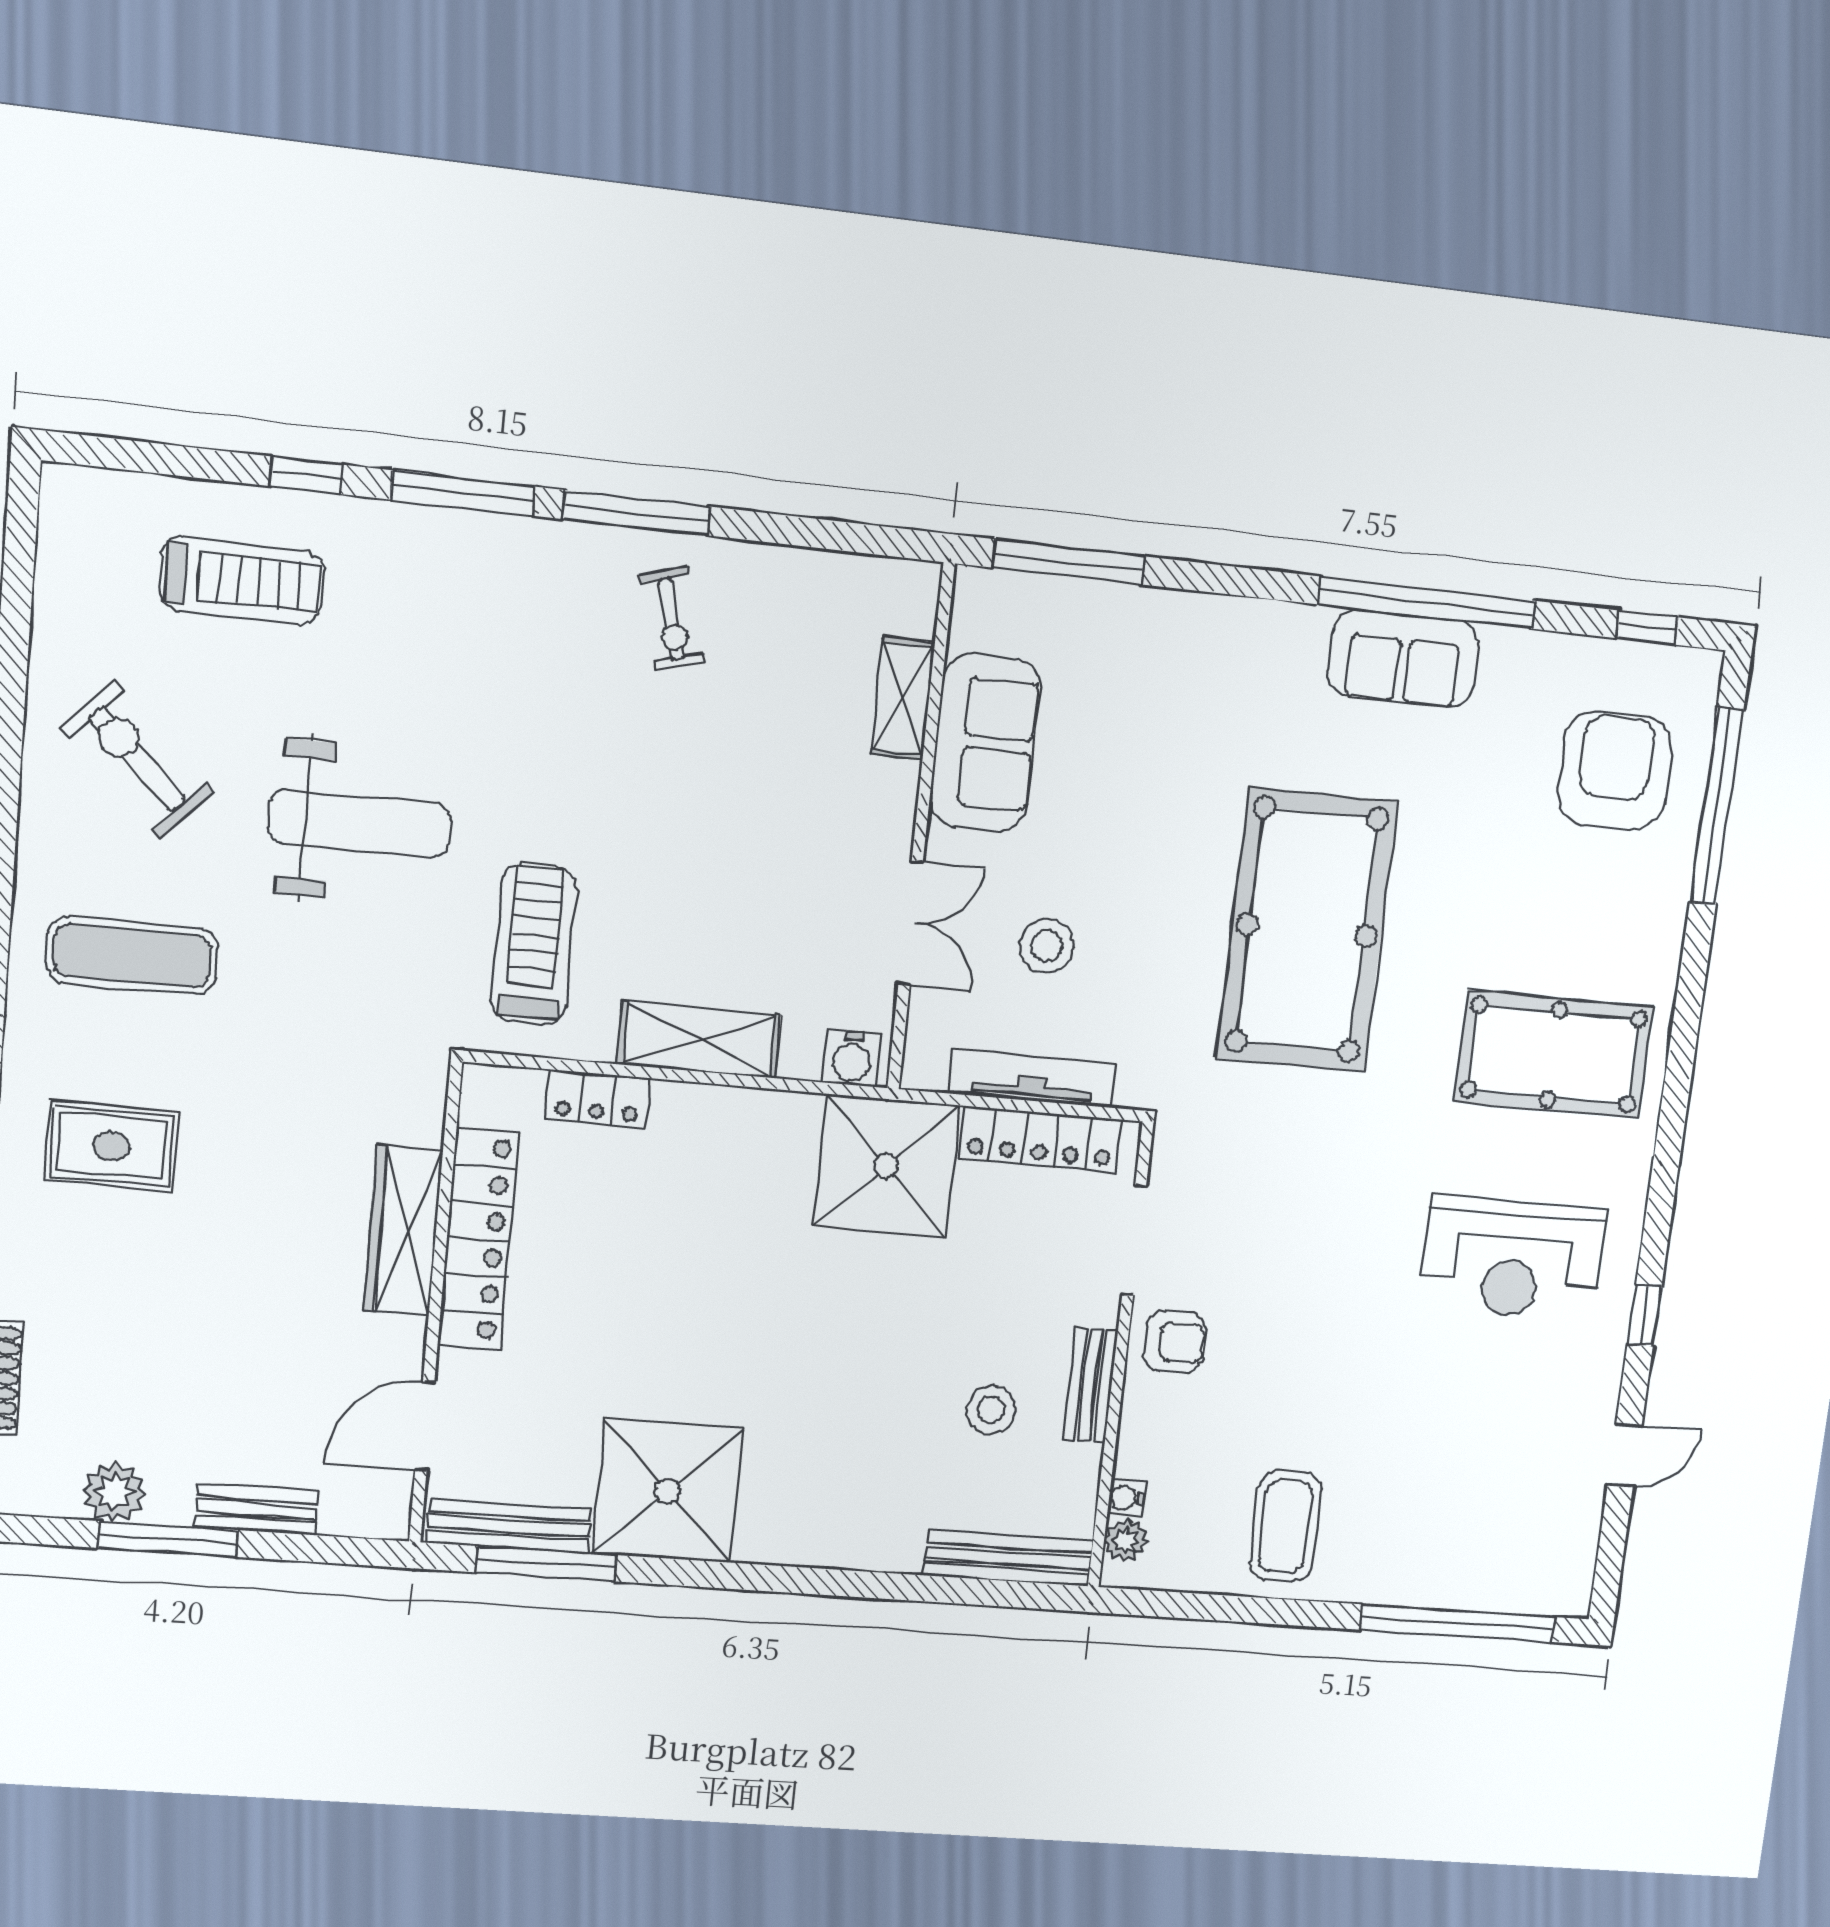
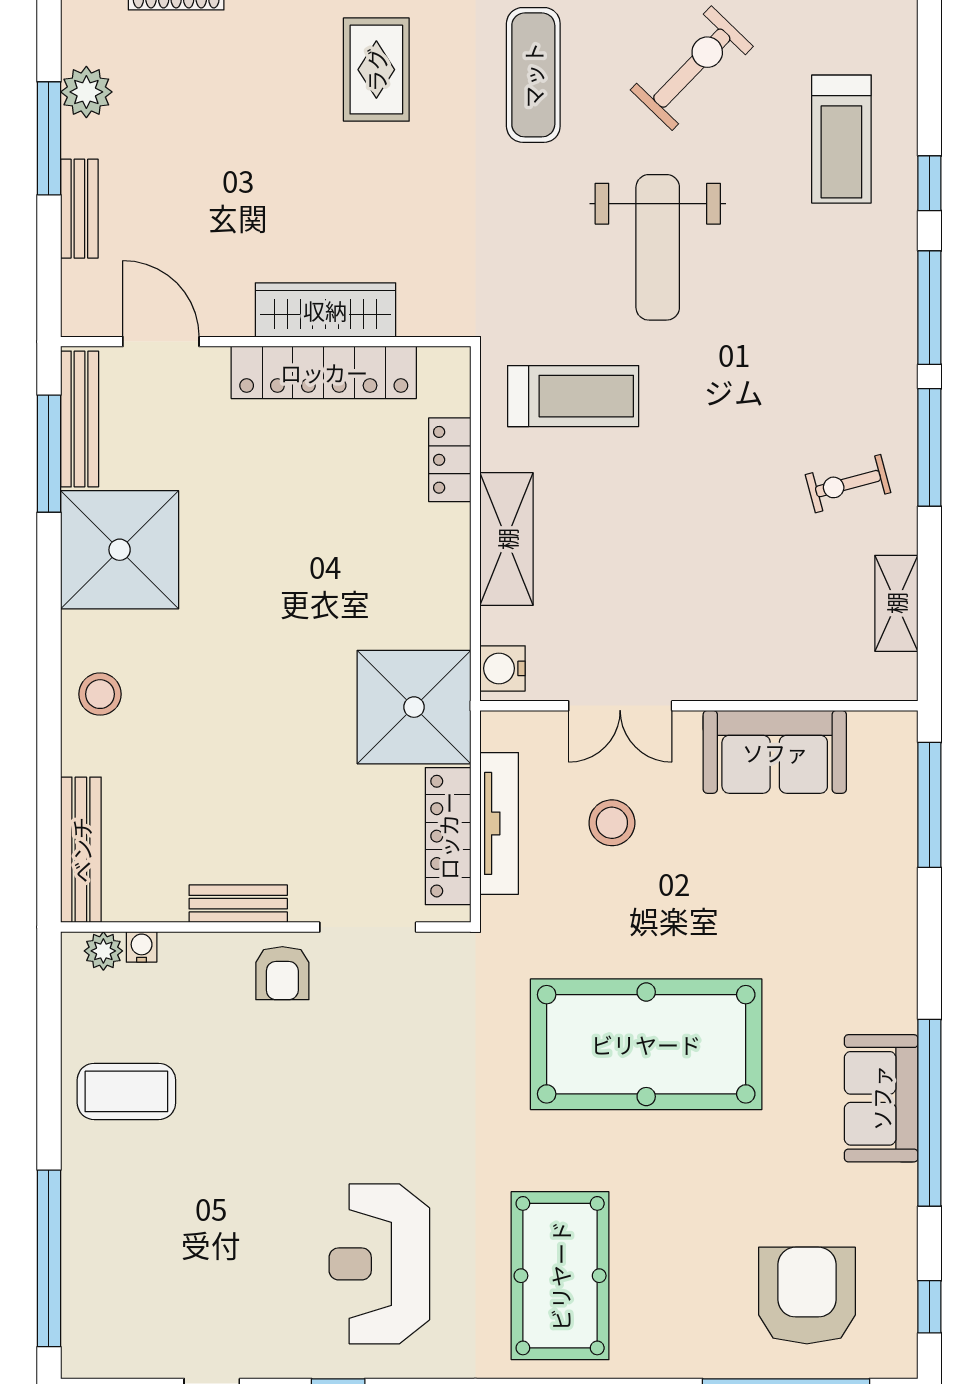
shelving: (903, 698) -> (896, 603), moved, turned 90
armchair: (1615, 771) -> (807, 1296), turned -90
stool: (991, 1410) -> (100, 694), moved

